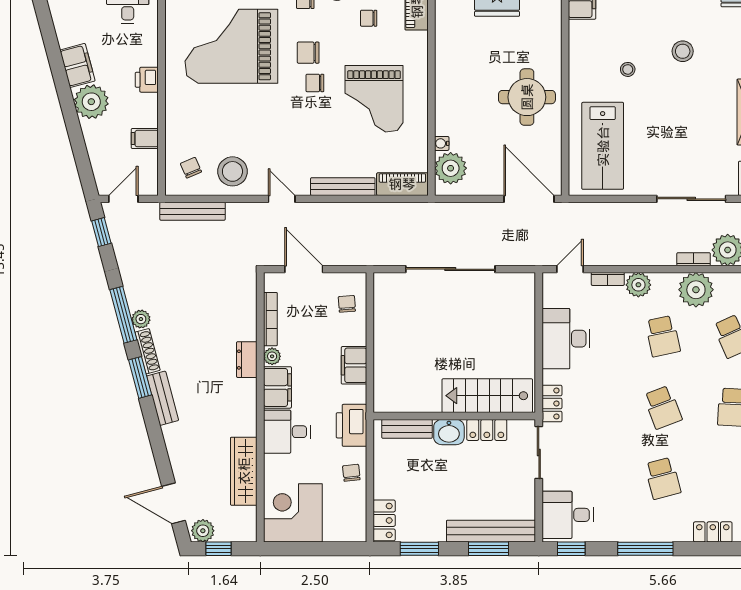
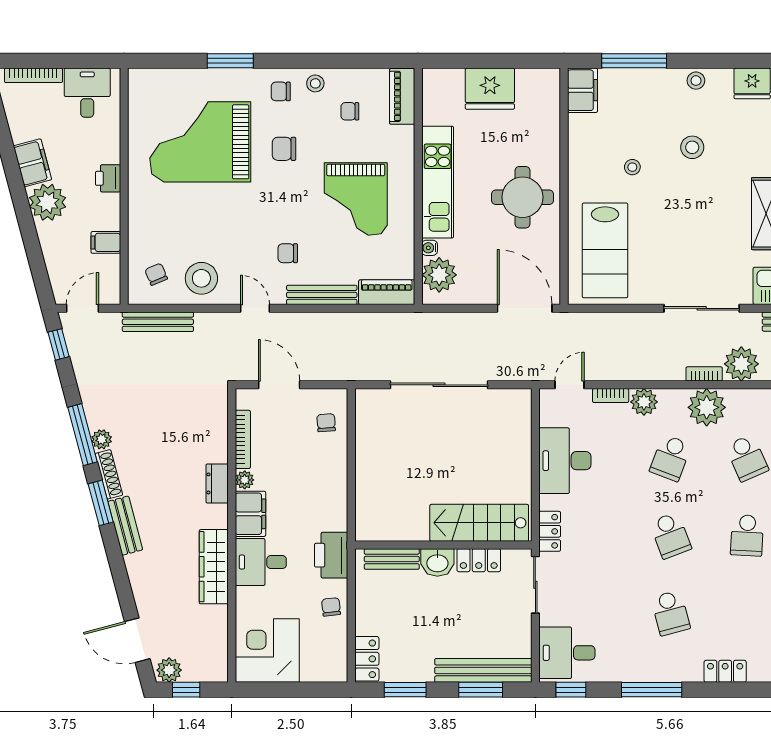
chair: (315, 83) -> (288, 253), moved
kitchen unit: (449, 83) -> (438, 182), added
school desk: (663, 336) -> (670, 458), turned 33
filing cabinet: (354, 365) -> (334, 490), removed
wardrobe: (244, 471) -> (214, 567), moved

